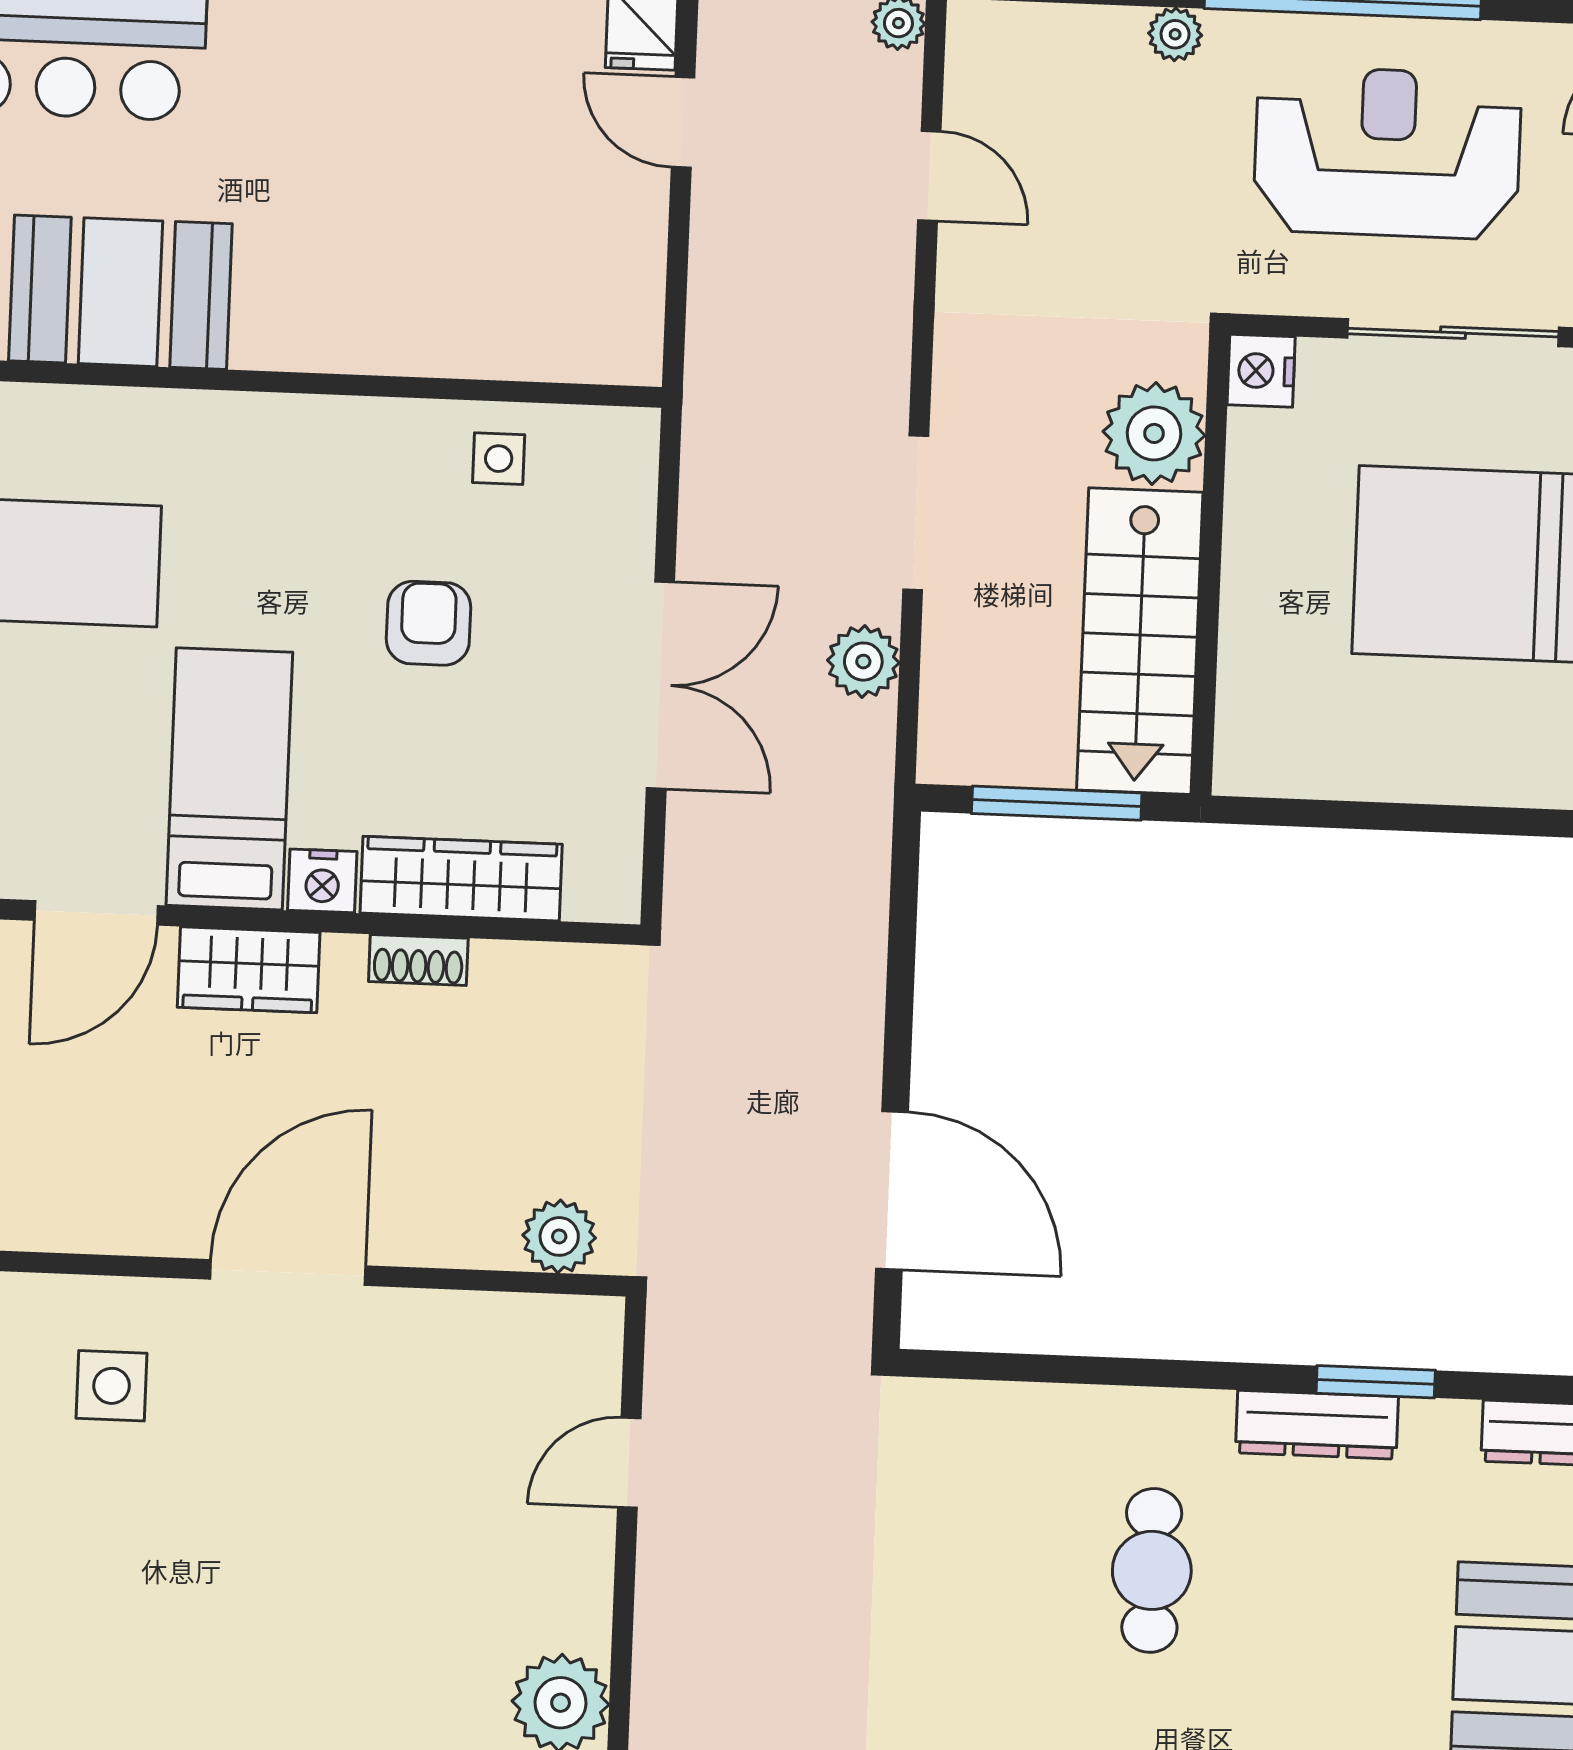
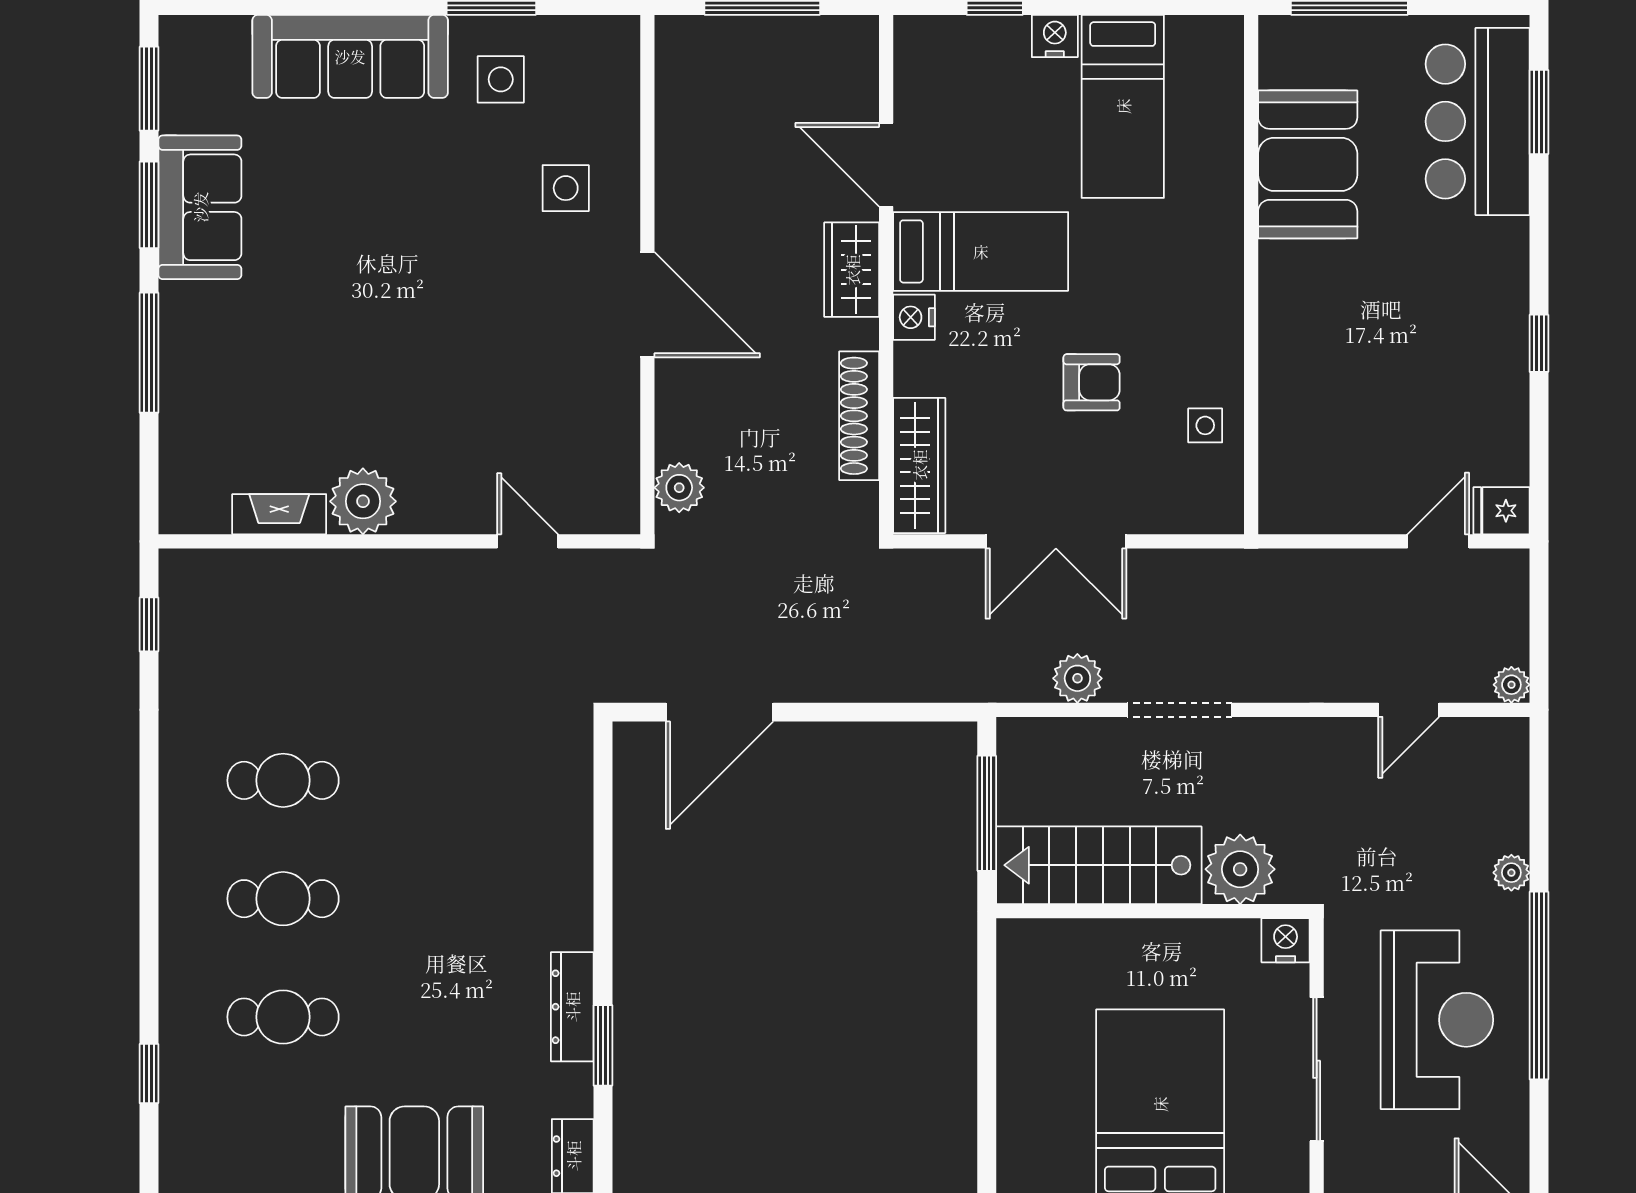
wardrobe: (461, 879) -> (919, 465), moved
shoe rack: (418, 960) -> (859, 416), width x1.94, depth x1.24
cafe table: (1152, 1570) -> (469, 899), removed

